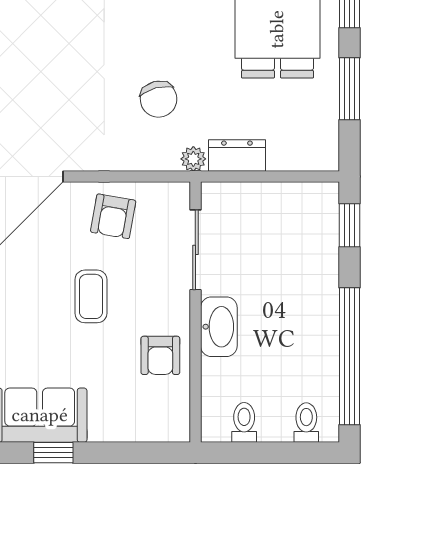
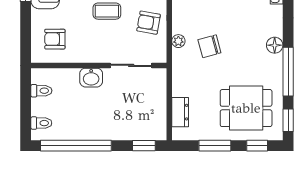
dresser: (237, 156) -> (180, 112), moved
plant: (193, 159) -> (178, 41), moved
washbasin: (219, 327) -> (91, 78), width x0.72
armchair: (160, 355) -> (55, 39), moved

